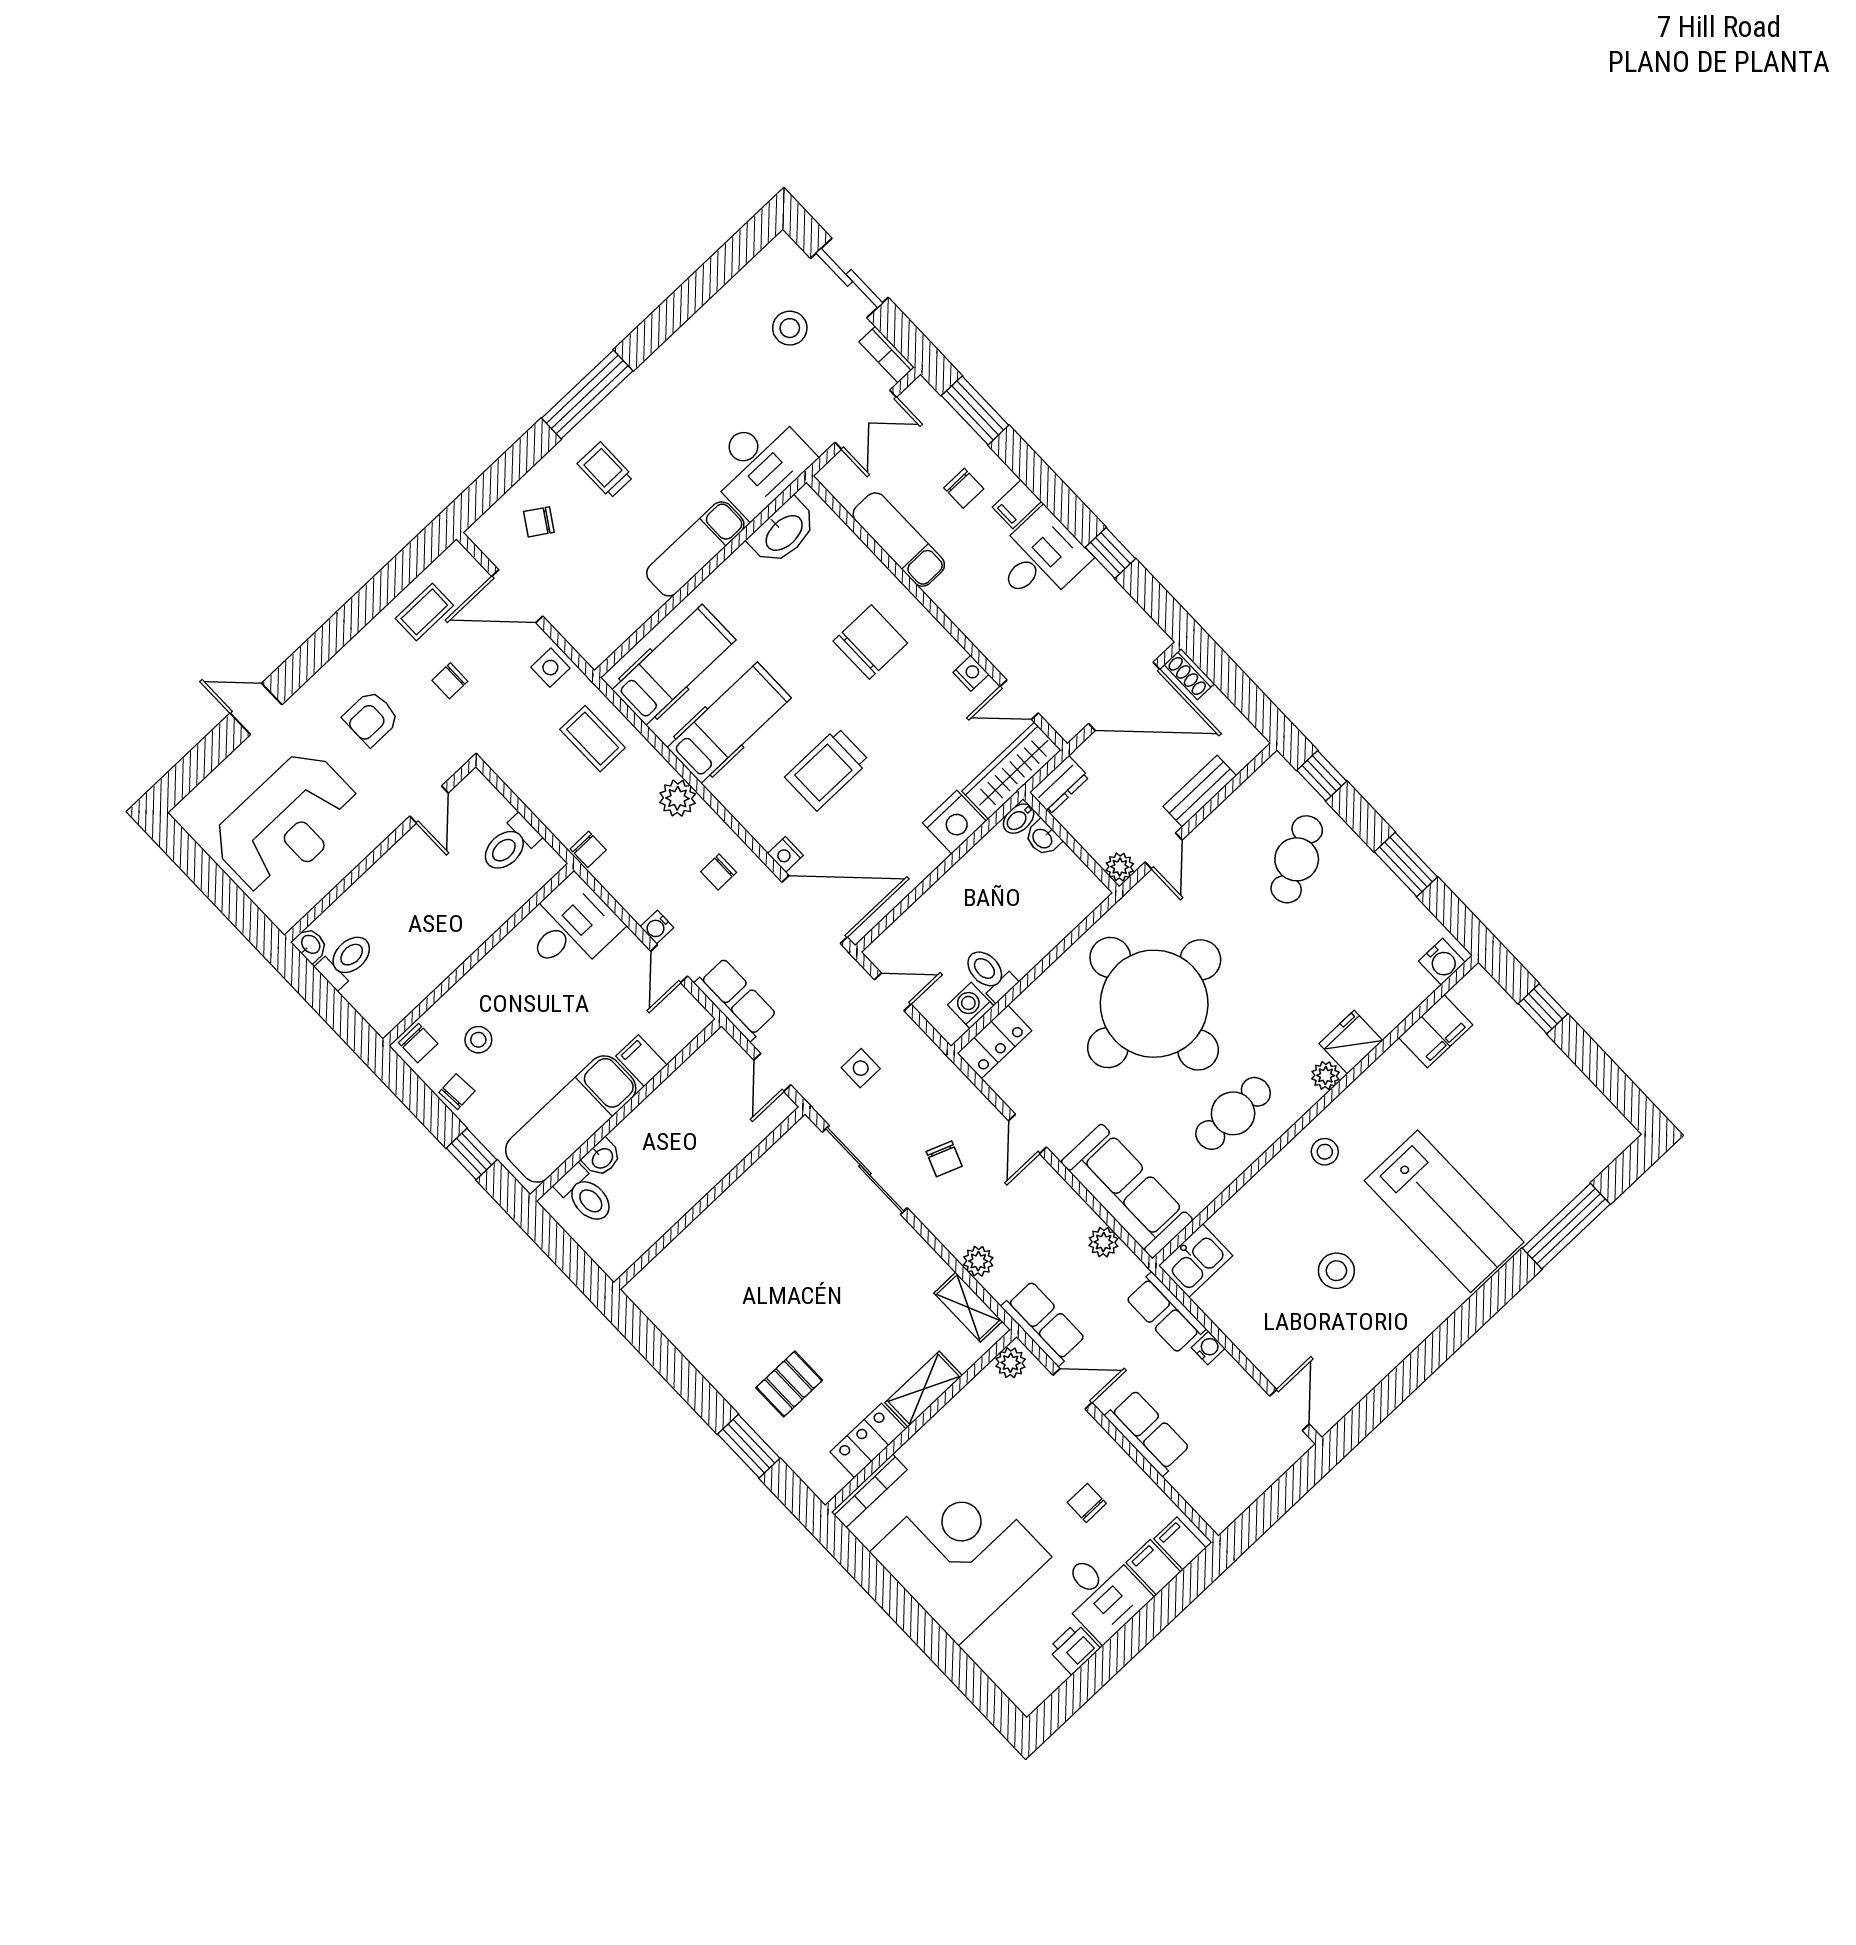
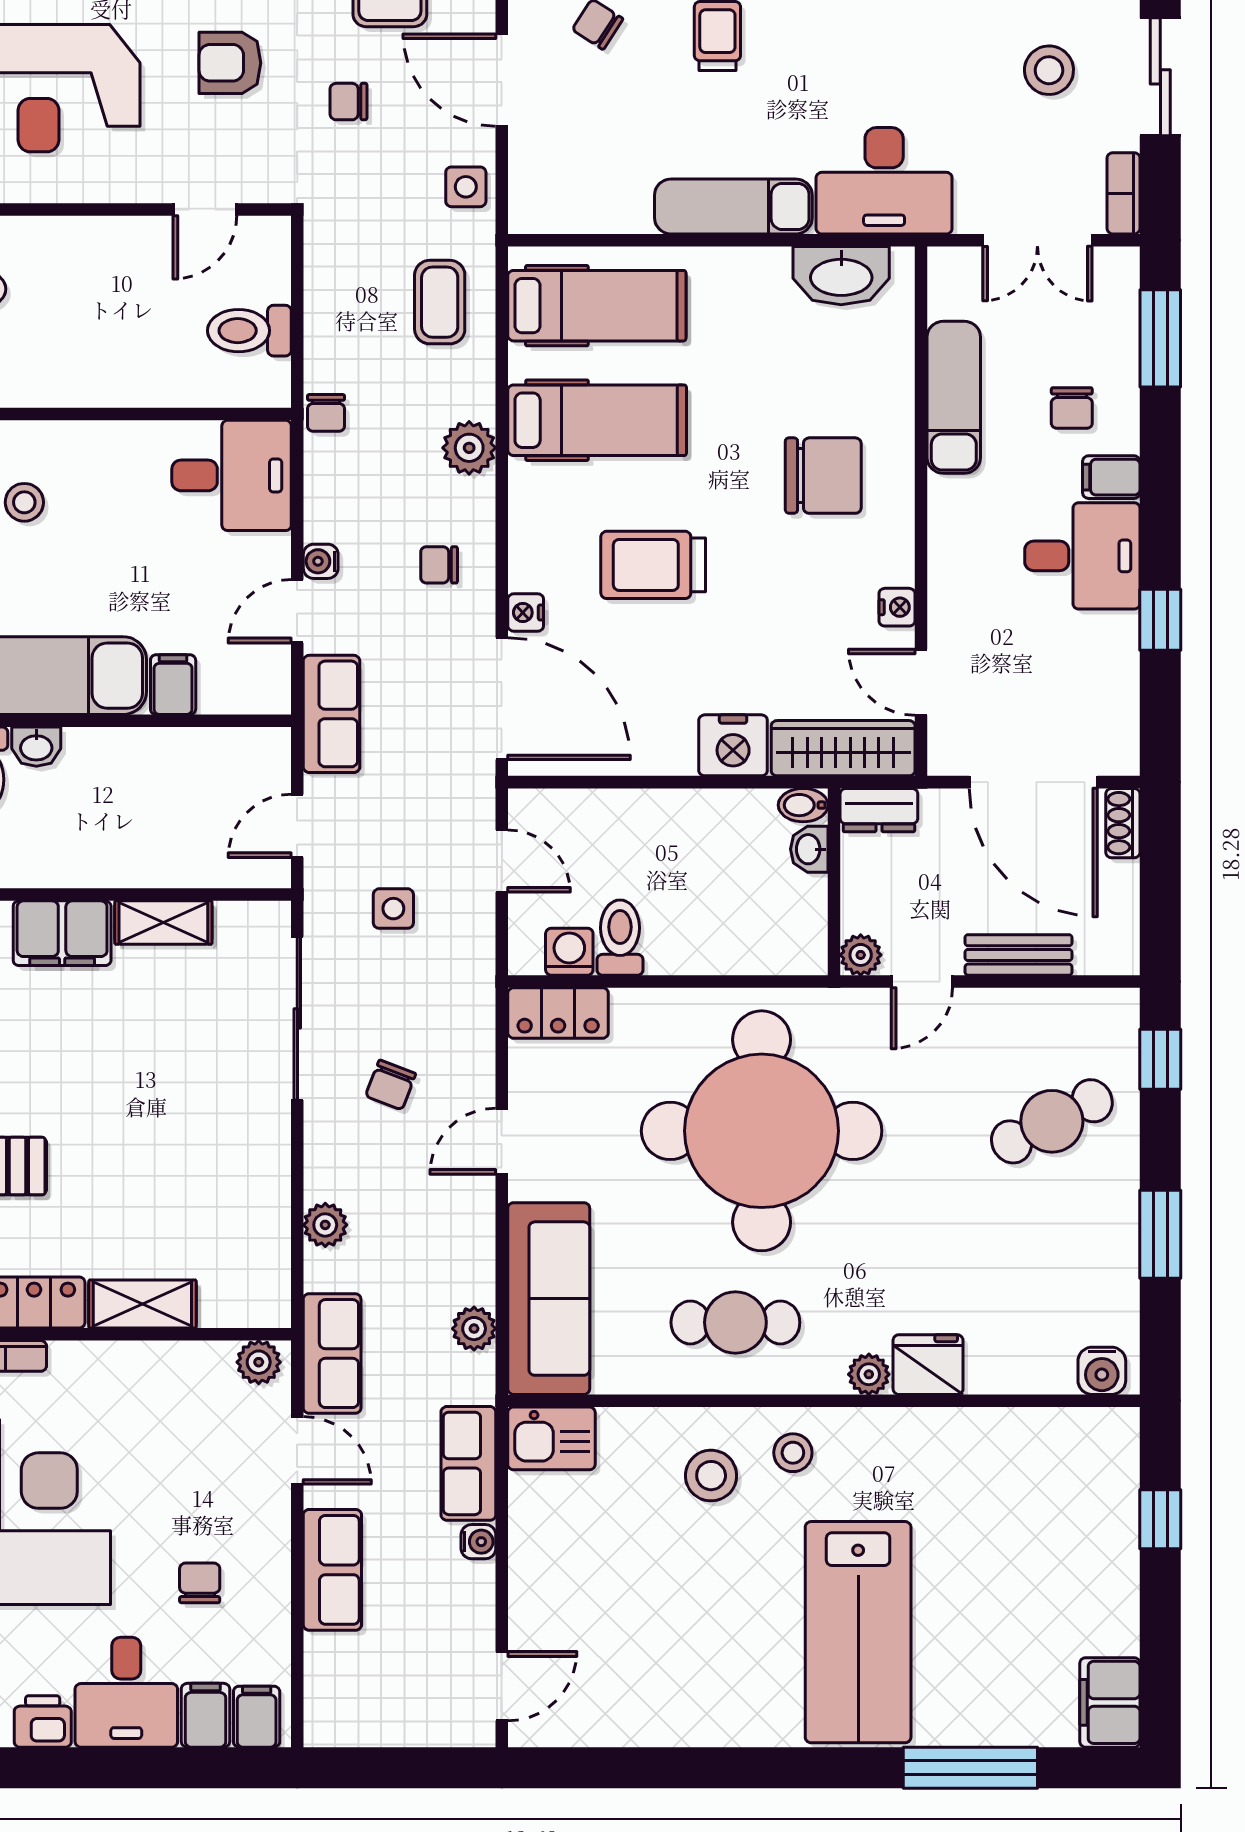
filing cabinet: (1436, 1031) -> (1110, 1702), moved, turned 90
filing cabinet: (705, 1240) -> (62, 933), added
stool: (1336, 1271) -> (711, 1476), moved
shelving: (968, 1307) -> (163, 923), moved, turned 90

